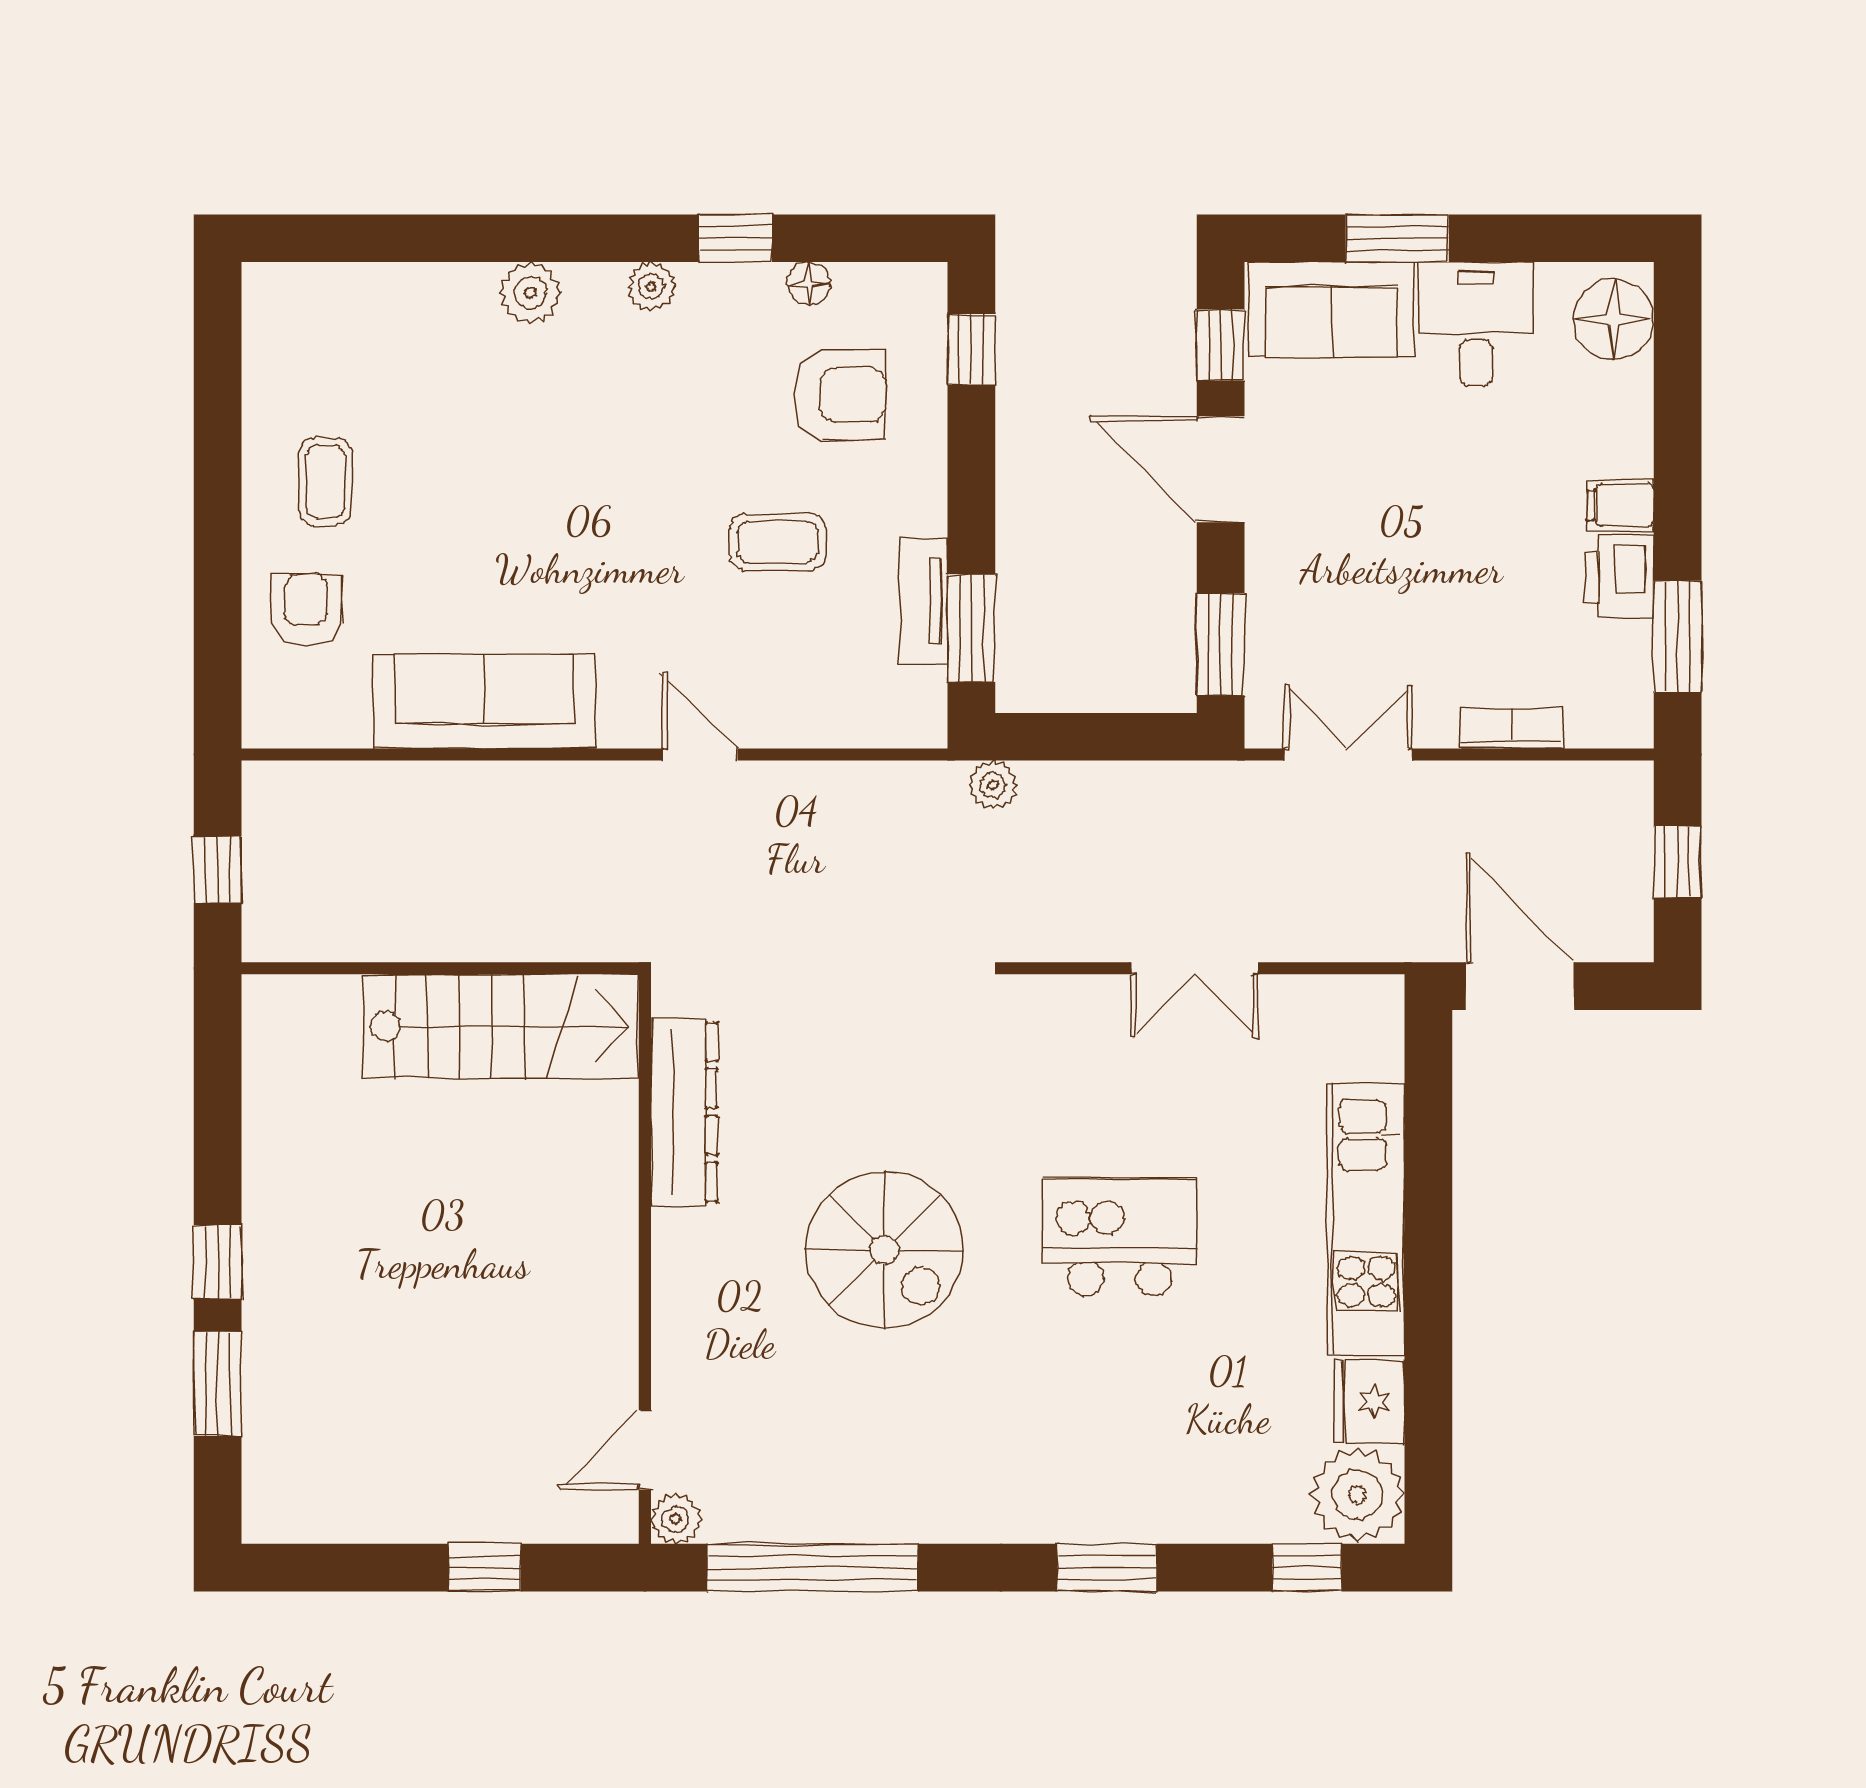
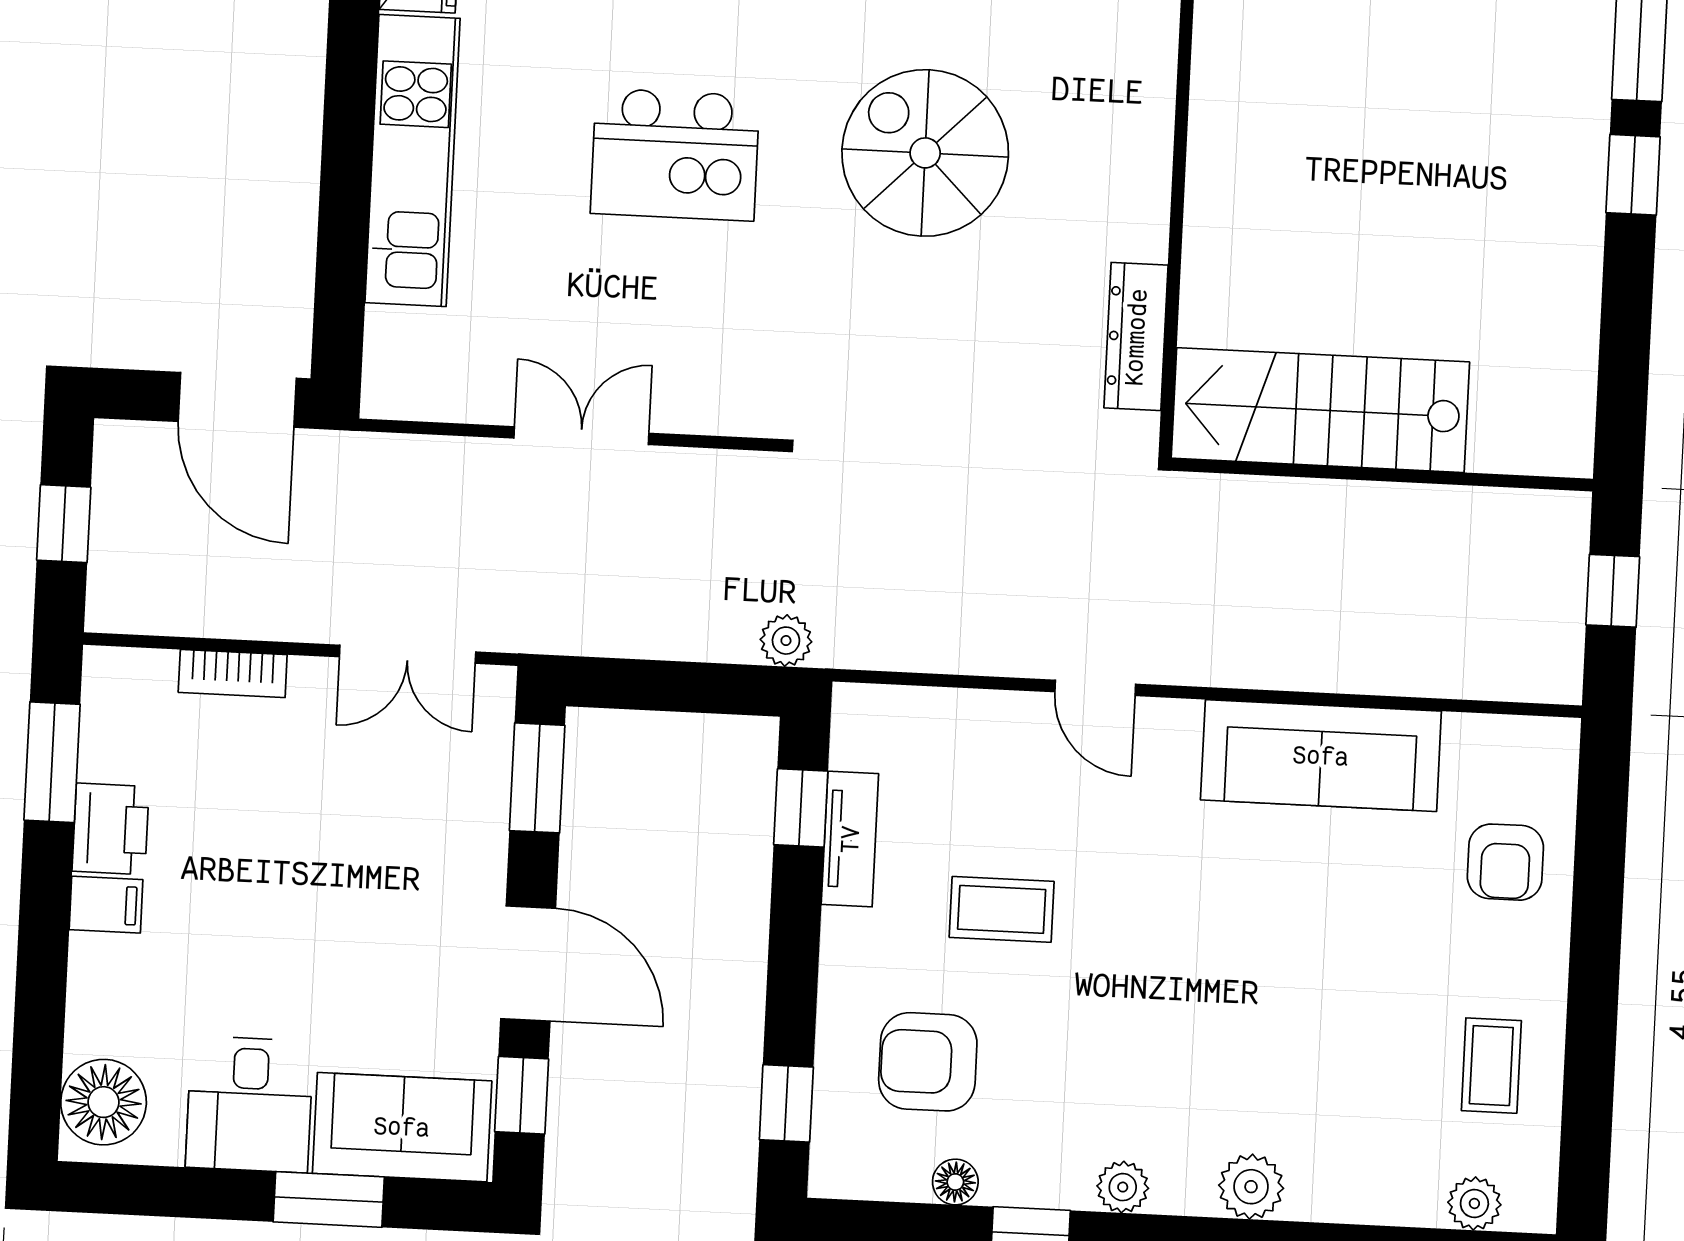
plant: (320, 287) -> (1474, 1203), added
coffee table: (325, 482) -> (1491, 1066), moved
window: (971, 628) -> (801, 808), width x0.67
dresser: (684, 1112) -> (1136, 337), width x0.73, depth x0.80

